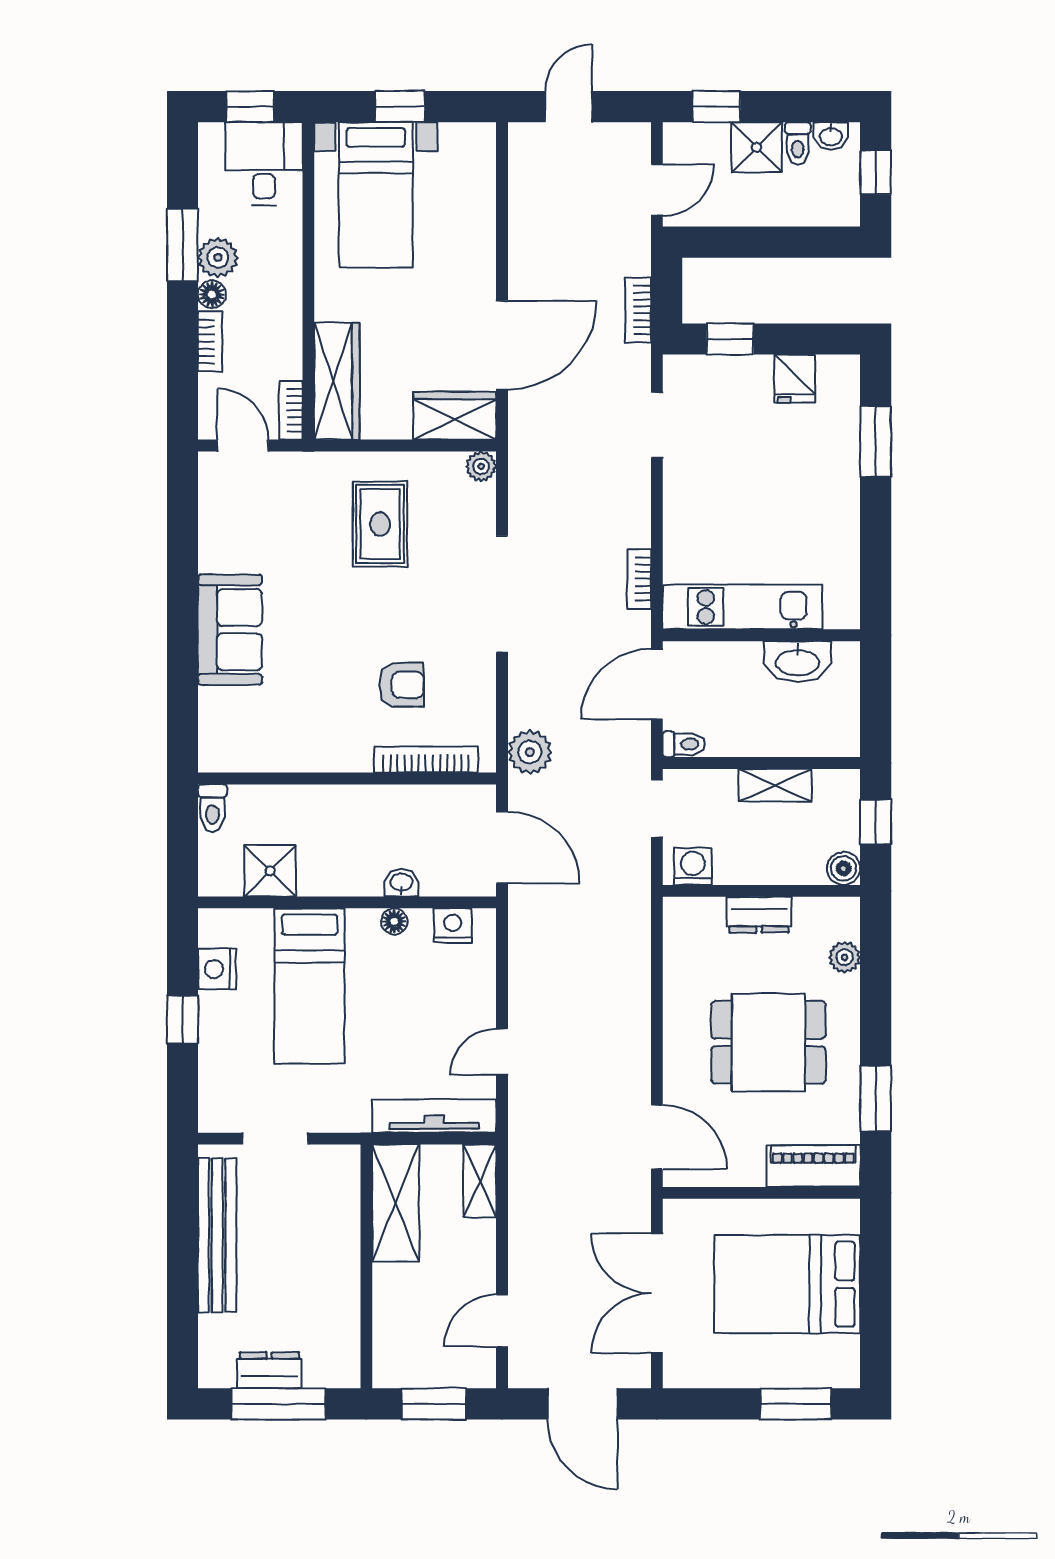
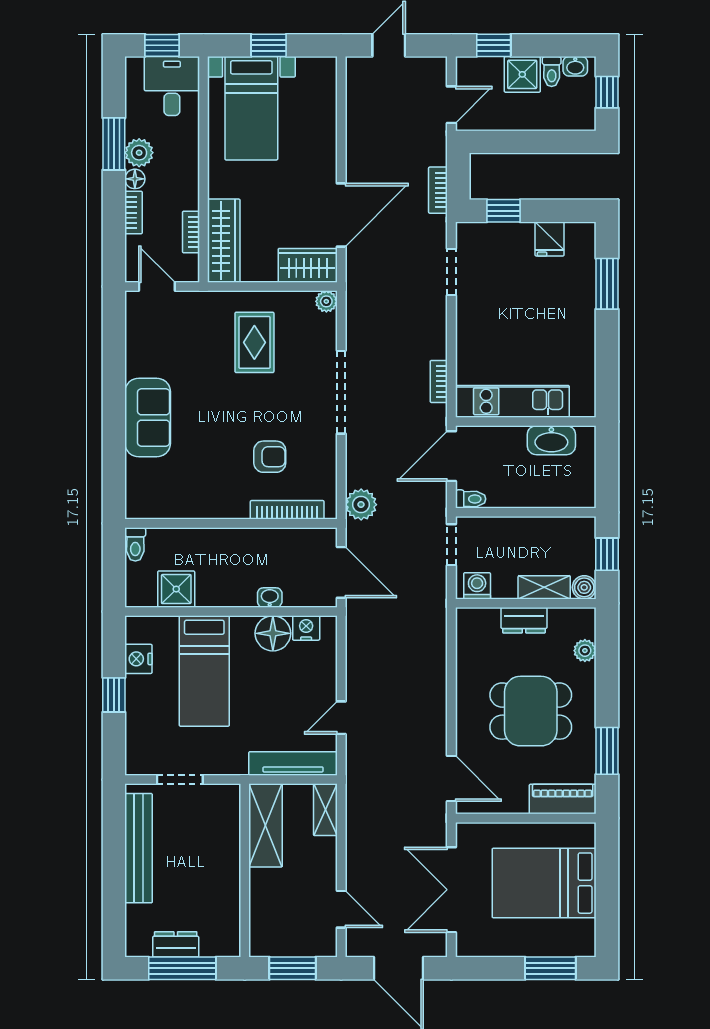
bookcase: (291, 410) -> (191, 232), moved
shelving: (775, 785) -> (544, 587), moved
floor lamp: (394, 921) -> (273, 633), width x1.89, depth x1.89
door: (502, 1321) -> (341, 909), swing flipped

